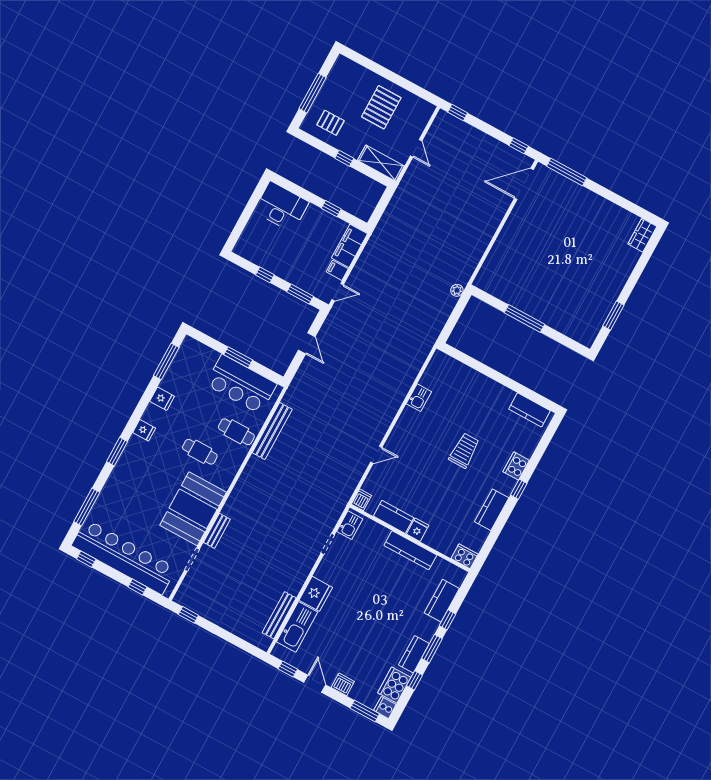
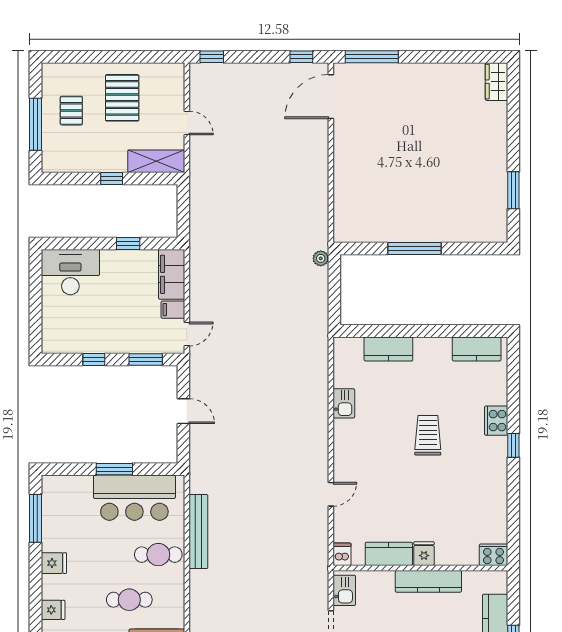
pallet: (330, 123) -> (71, 111), moved, turned 90
kitchen counter: (492, 510) -> (388, 349), moved, turned -90

